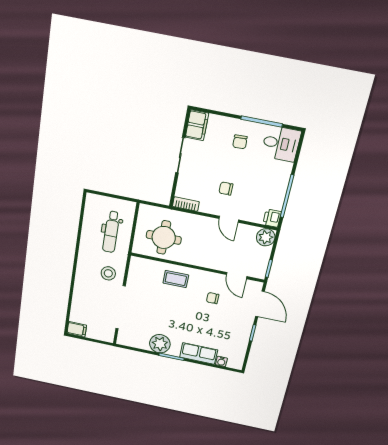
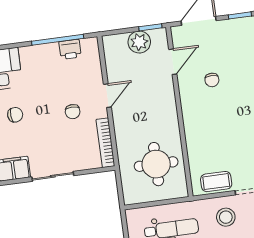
bookcase: (186, 204) -> (105, 143), width x1.56
printer: (272, 218) -> (70, 49), moved
plant: (266, 237) -> (139, 42), moved
coffee table: (176, 279) -> (216, 182), moved, turned 90

